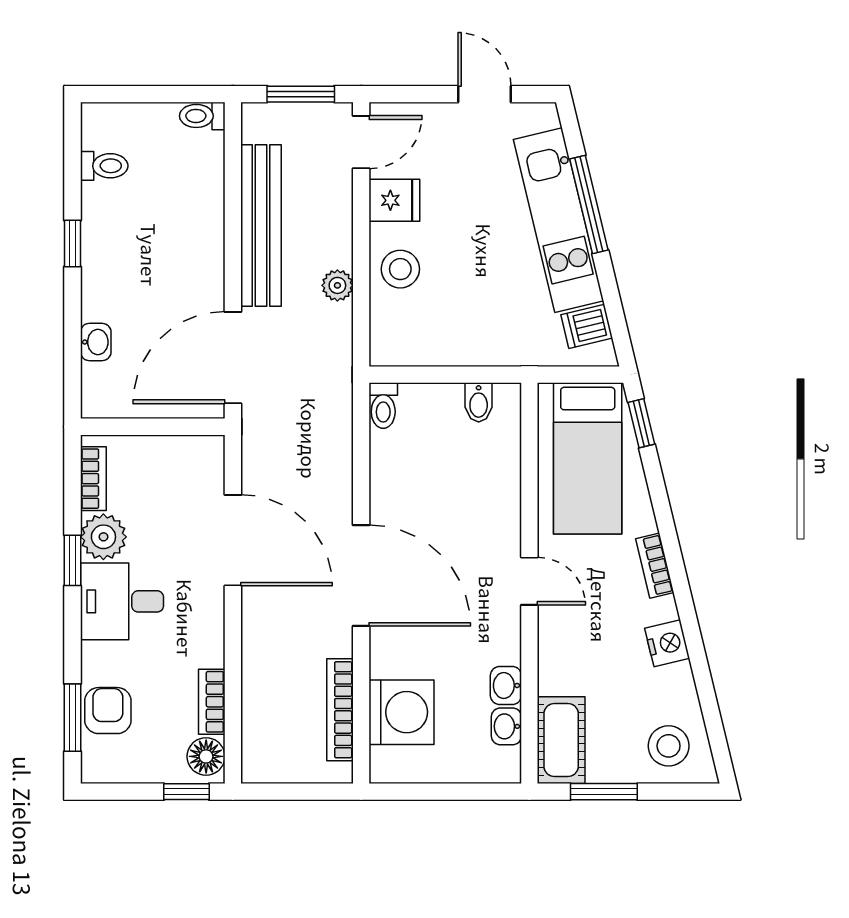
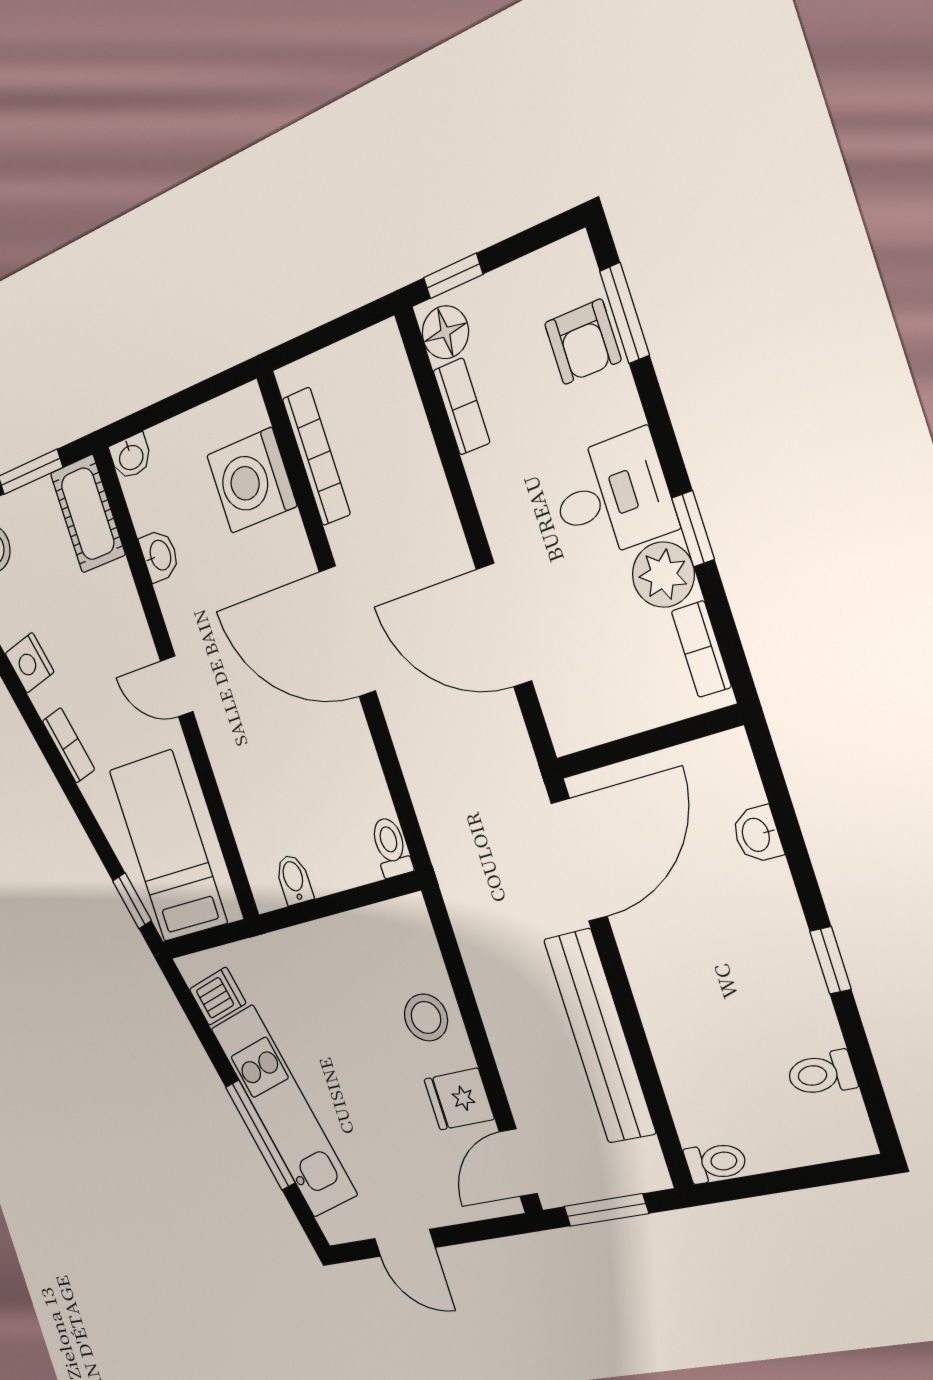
plant: (337, 285) -> (488, 981), removed
washbasin: (506, 726) -> (131, 457), moved, turned 90

